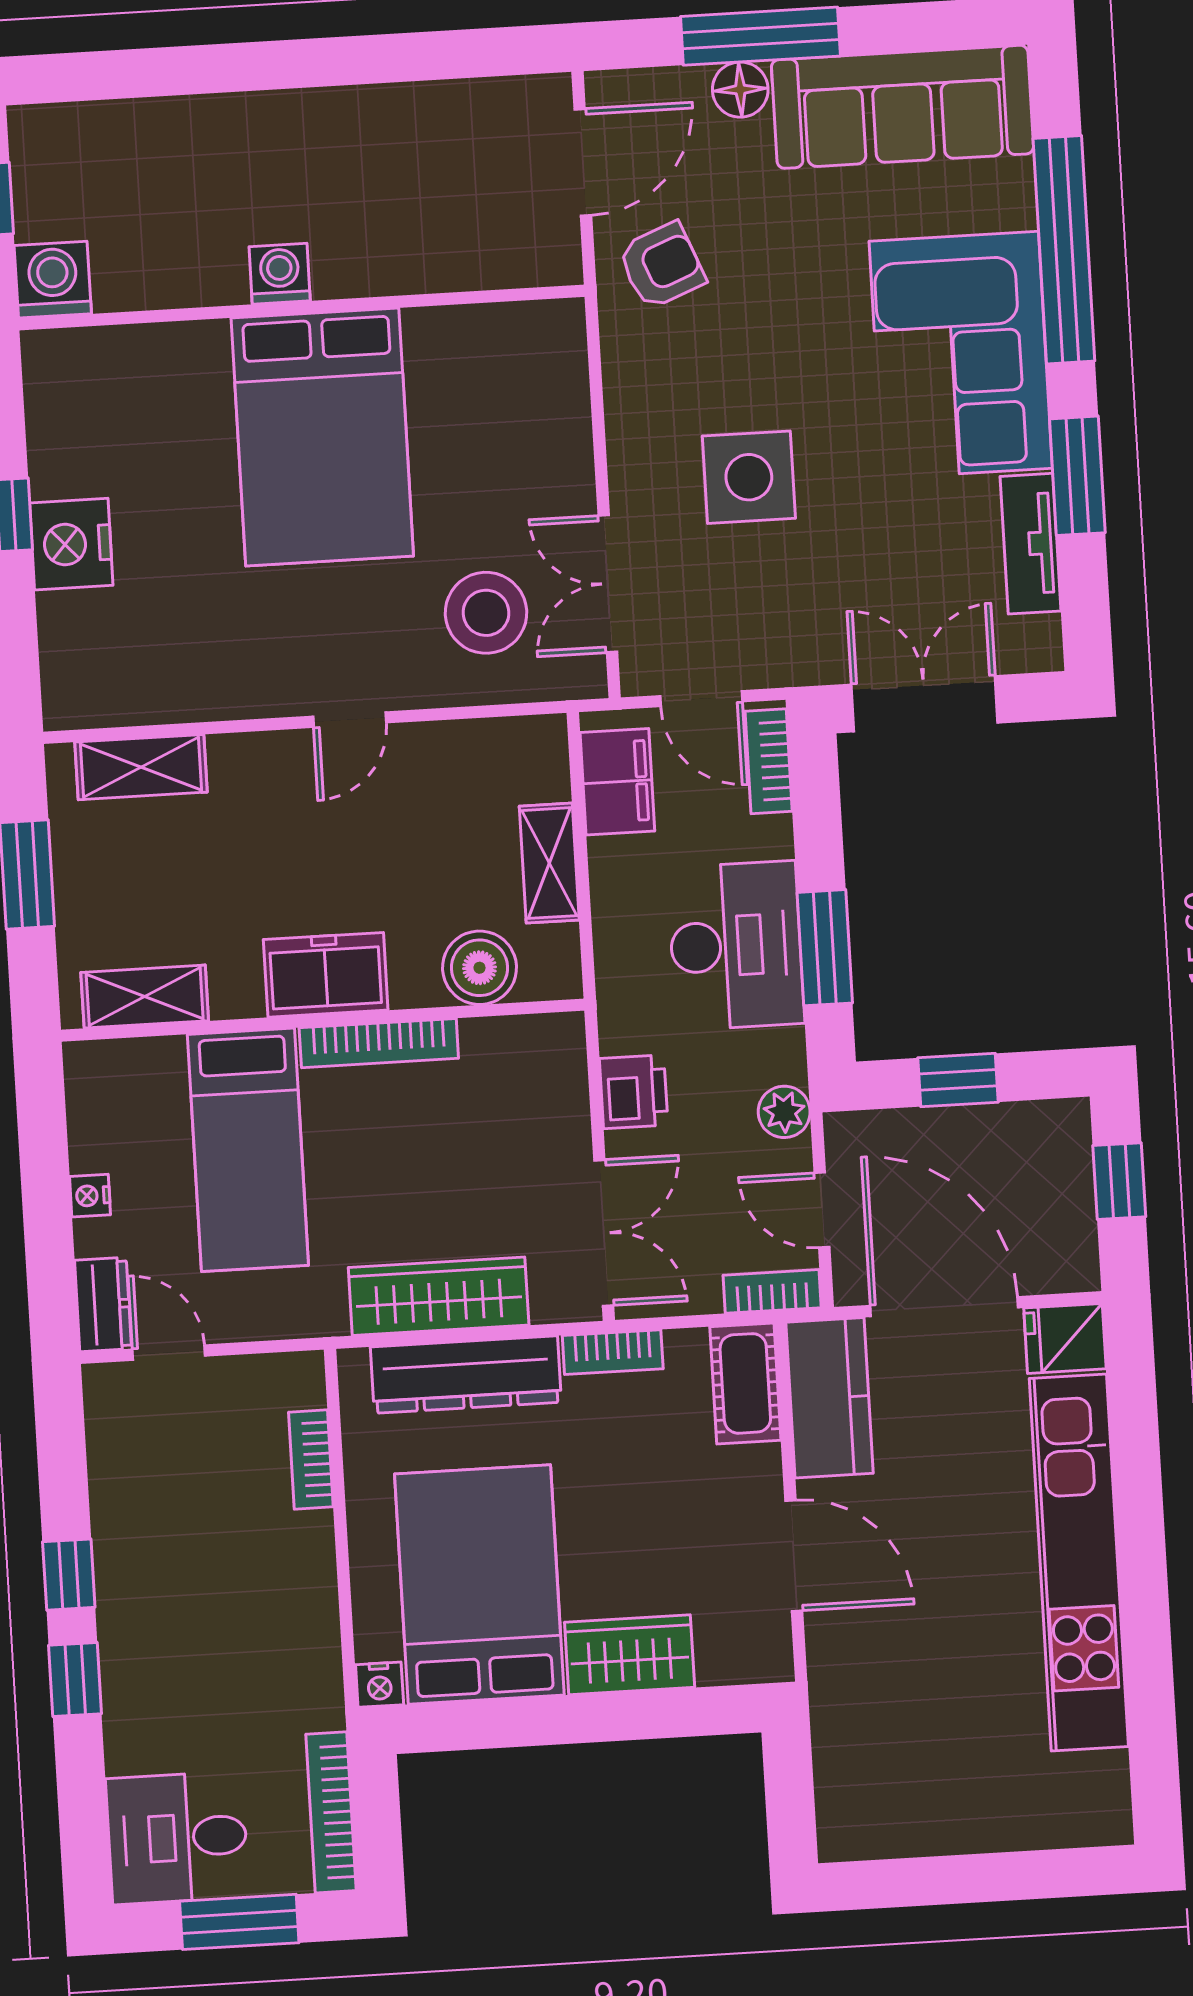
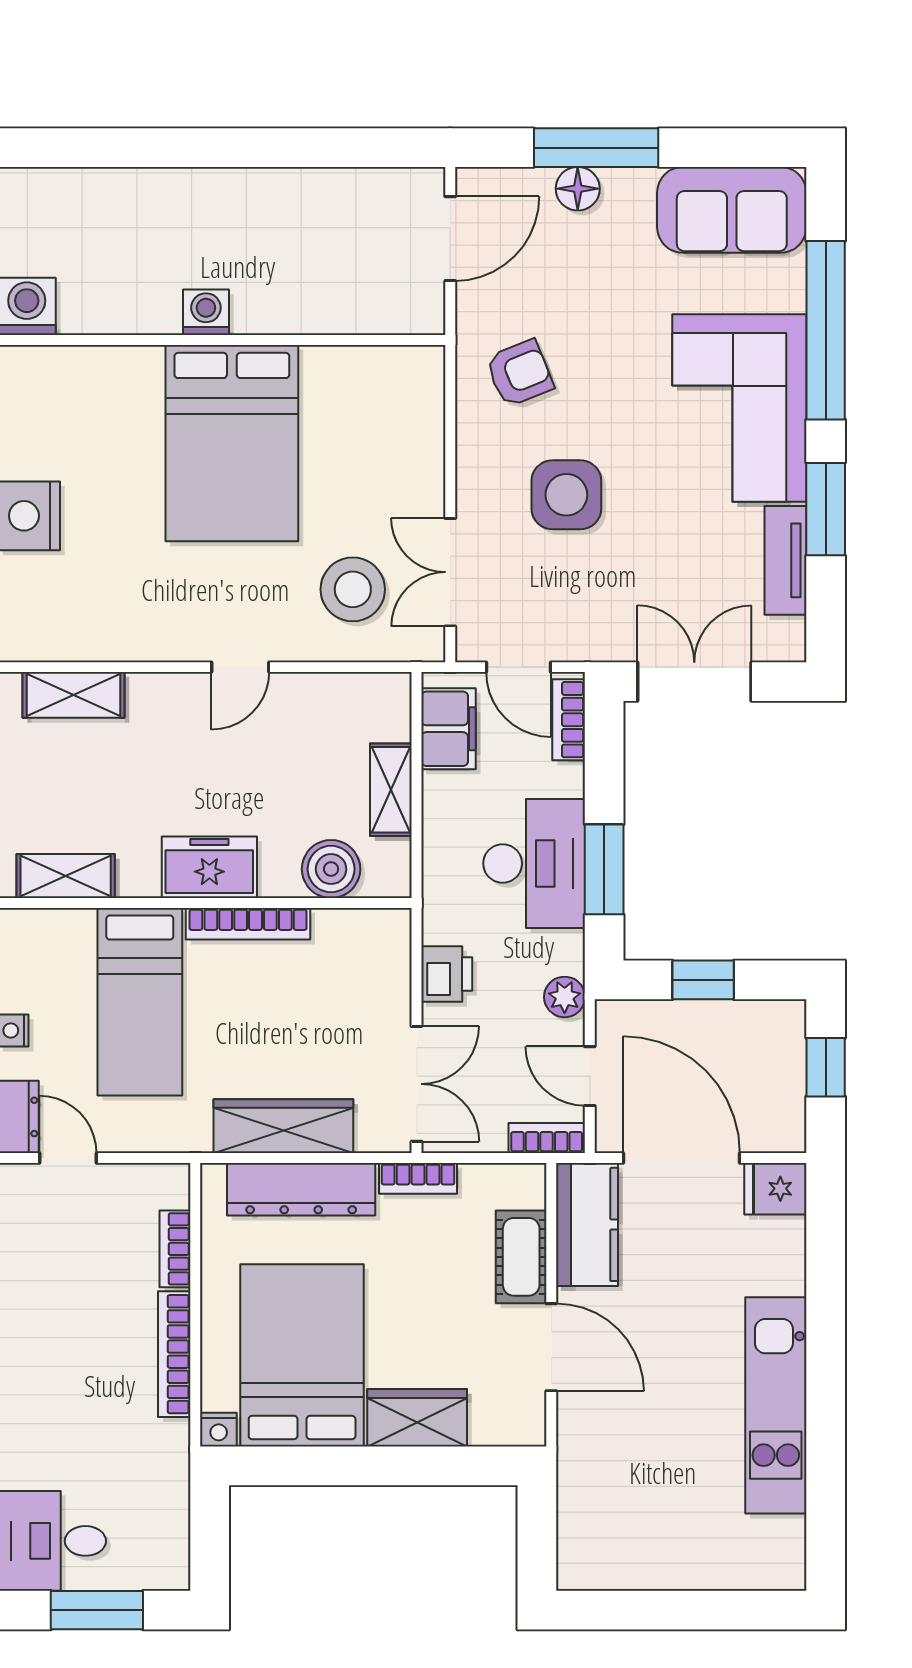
sofa: (902, 107) -> (732, 210), width x0.73
armchair: (662, 266) -> (520, 373), moved
cot: (745, 1383) -> (521, 1257), moved
kitchen unit: (1079, 1562) -> (776, 1405), width x0.73
bookcase: (331, 1812) -> (174, 1354), moved

